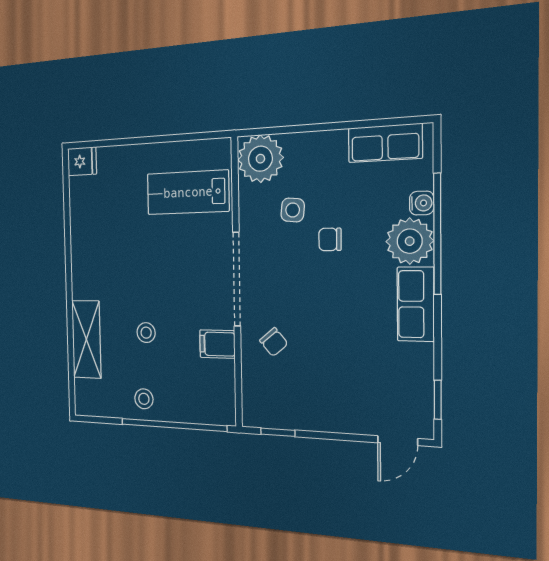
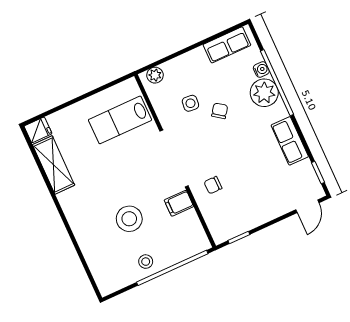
plant: (260, 159) -> (155, 75), width x0.53, depth x0.53
chair: (330, 239) -> (220, 111), turned 126
row of seats: (416, 304) -> (290, 141), moved
stool: (146, 333) -> (129, 219), width x1.89, depth x1.89
shelving: (86, 339) -> (54, 165), moved
chair: (274, 342) -> (213, 185), turned 130

